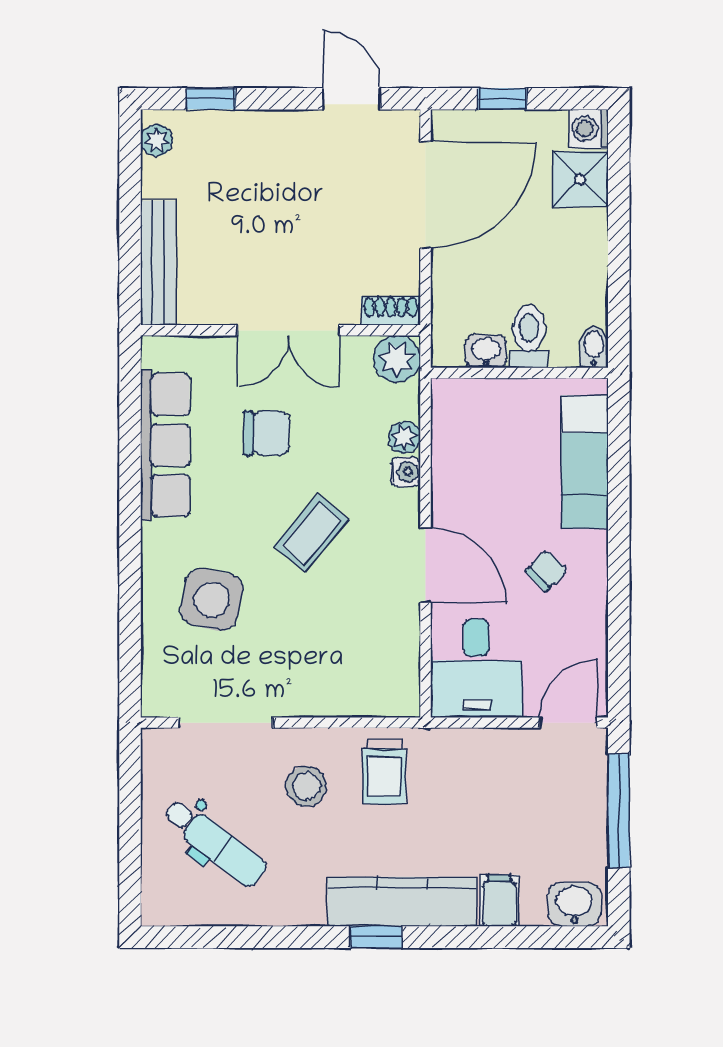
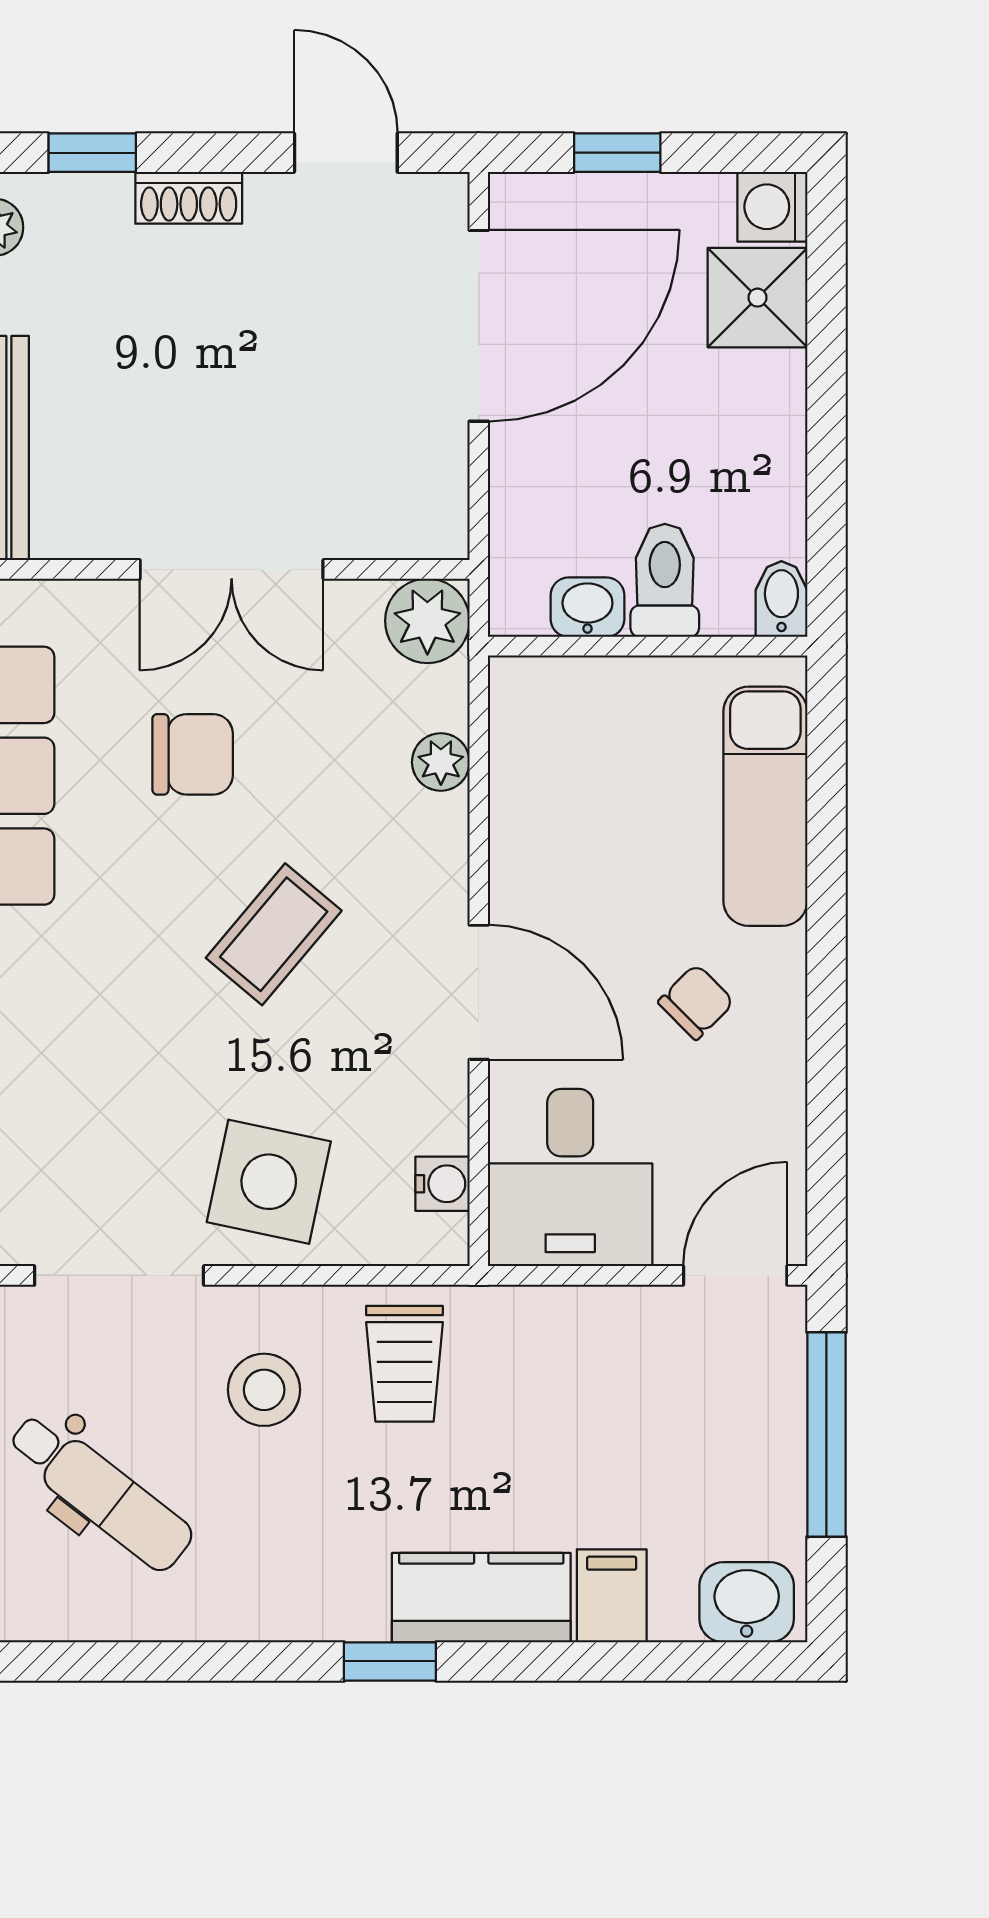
shoe rack: (391, 311) -> (189, 198), moved, turned 180
water cooler: (405, 472) -> (442, 1184), moved
side table: (212, 600) -> (269, 1182), moved
kitchen counter: (402, 902) -> (481, 1598), width x0.67

